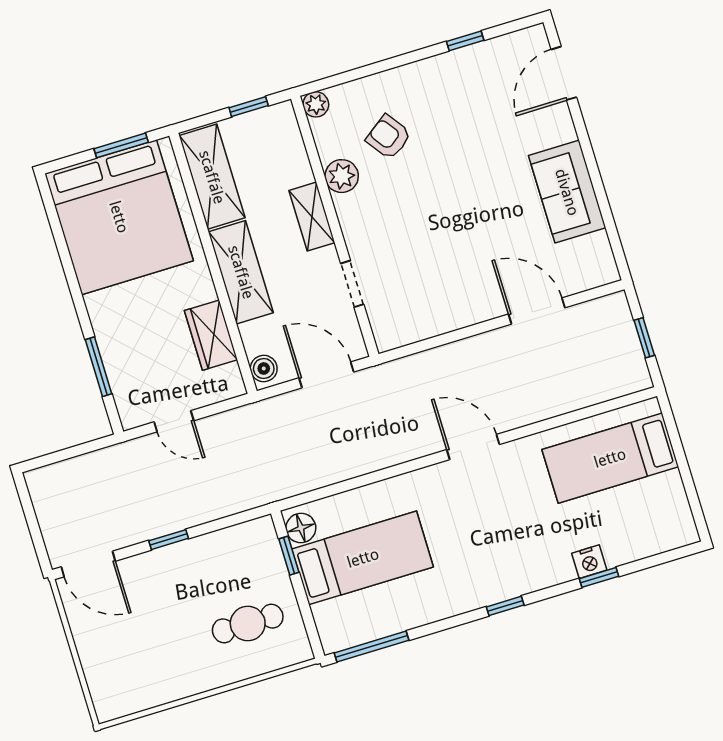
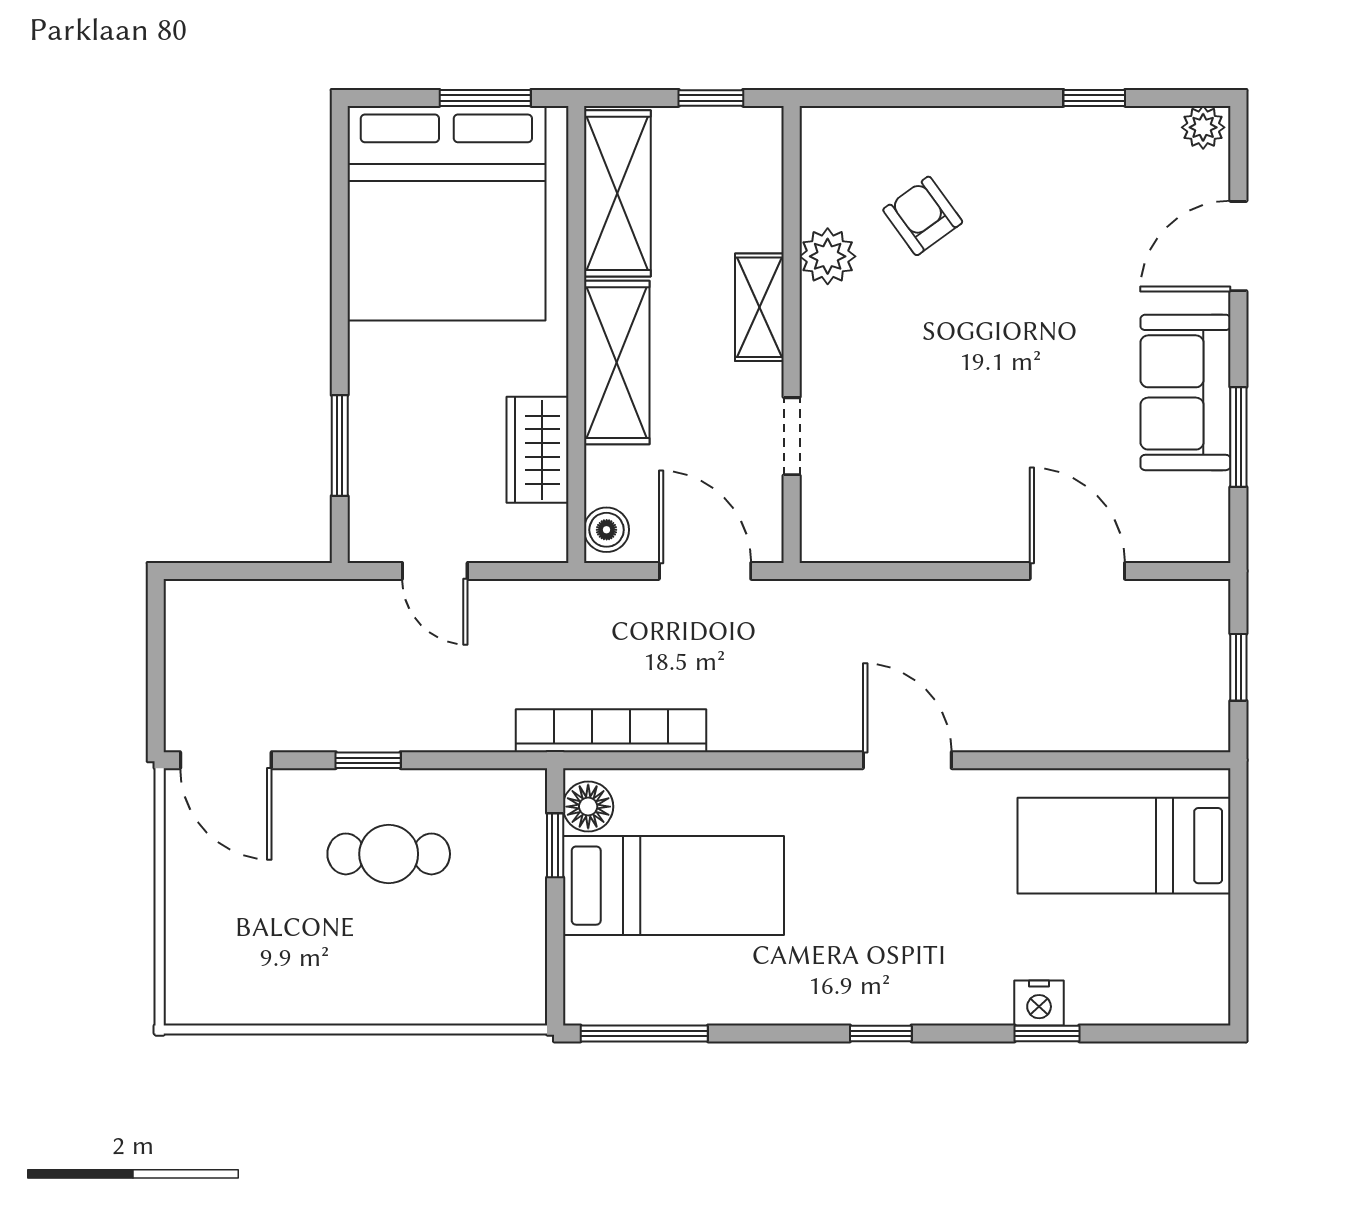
door: (564, 73) -> (1238, 246), moved
plant: (316, 104) -> (1203, 127), moved
window: (605, 208) -> (1238, 437), added
bookcase: (301, 481) -> (611, 731), added
cafe table: (248, 623) -> (389, 854), moved

